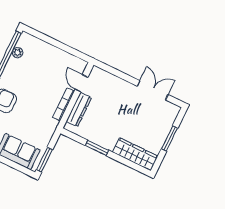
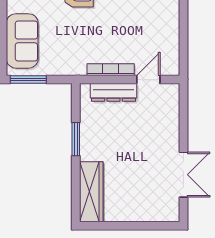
window: (170, 138) -> (133, 226), removed

